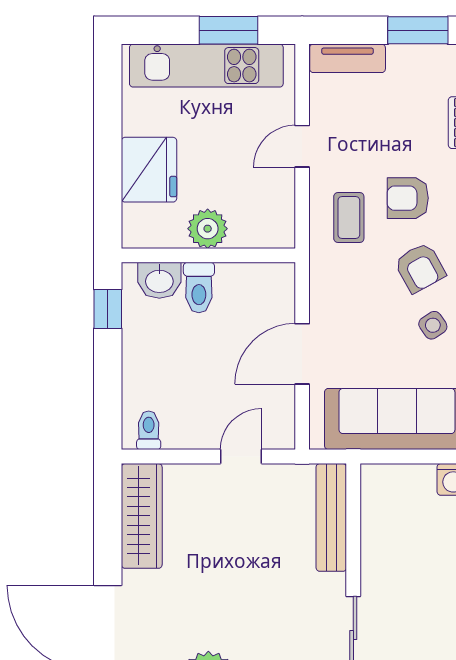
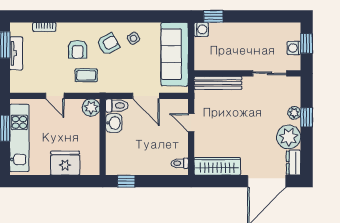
tv unit: (348, 58) -> (16, 53), moved
plant: (208, 229) -> (91, 108), moved
washbasin: (159, 280) -> (114, 123), moved
toilet: (199, 288) -> (117, 106), moved

